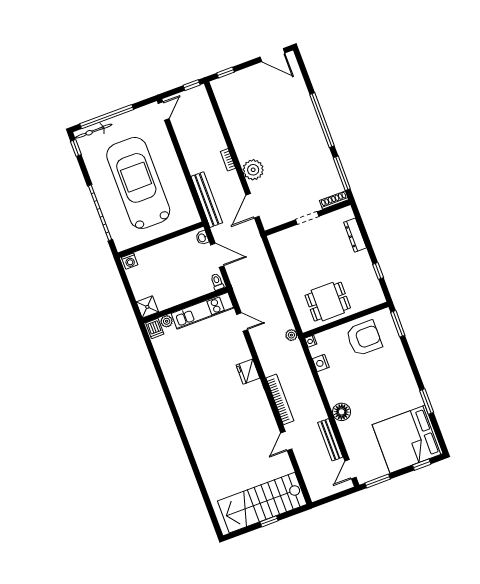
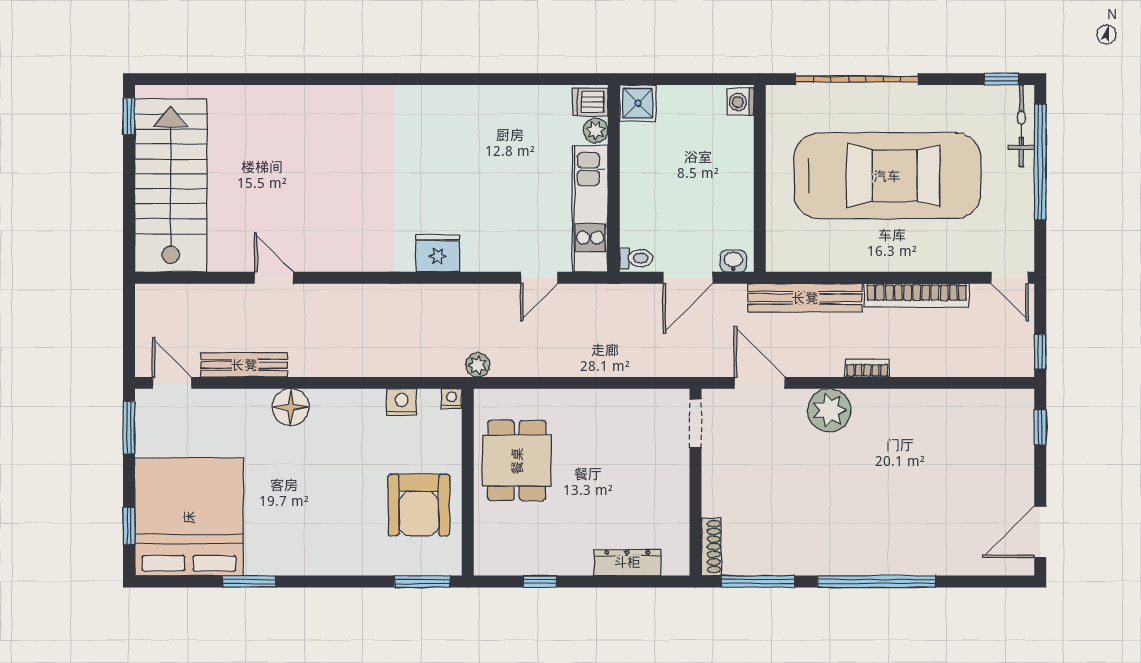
doorway: (307, 218) -> (696, 423), moved
bookcase: (280, 399) -> (917, 295), moved
window: (269, 521) -> (129, 116), moved

